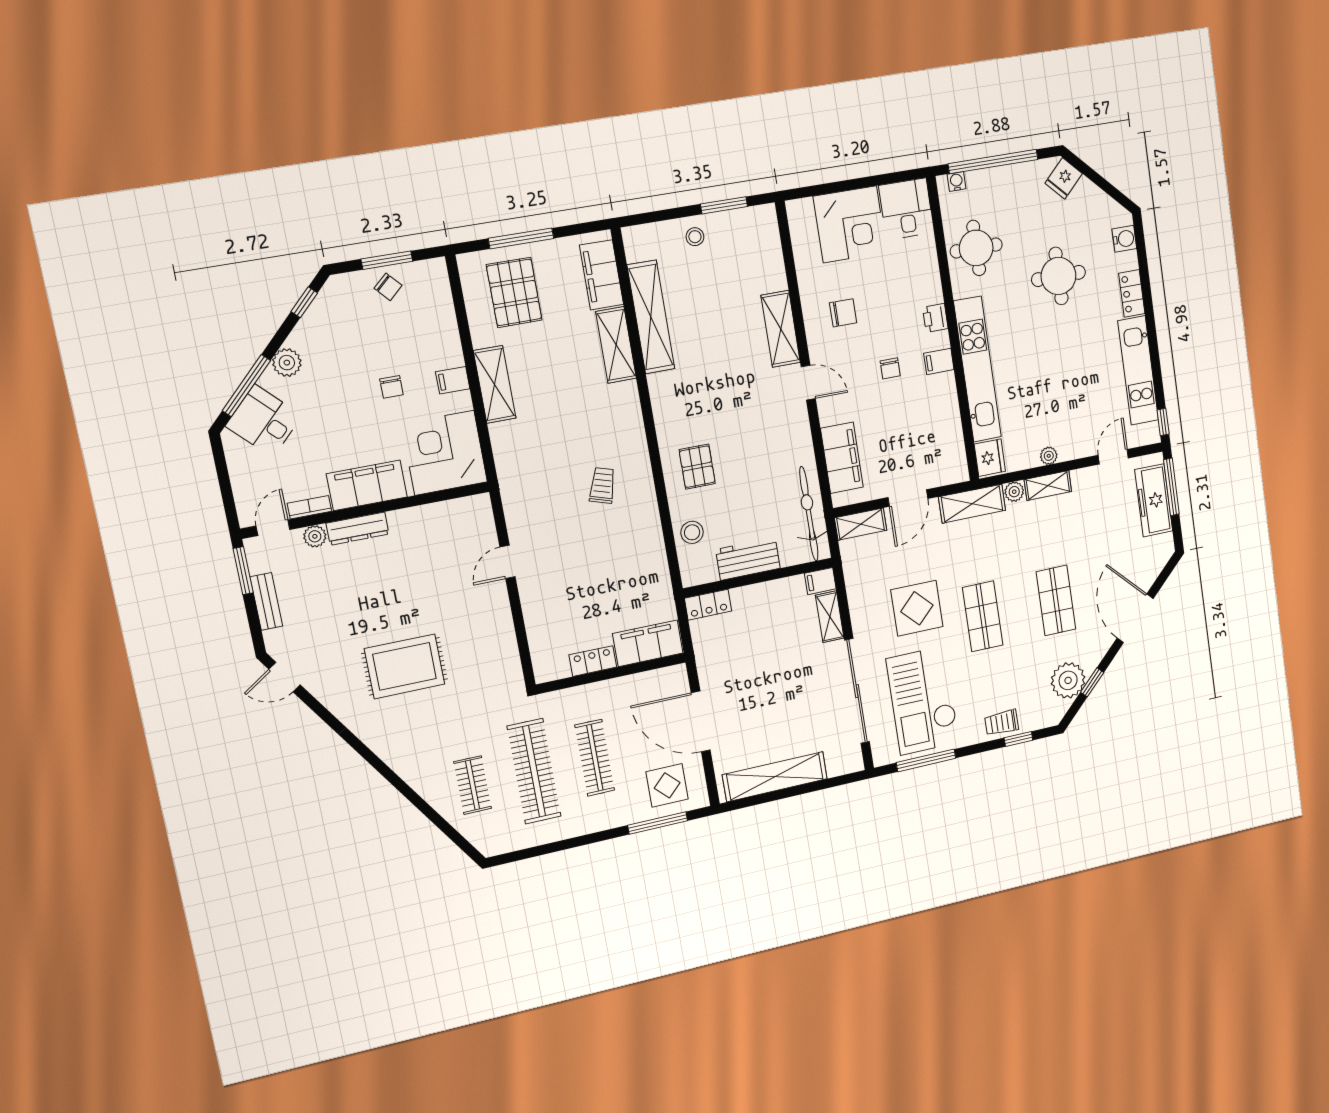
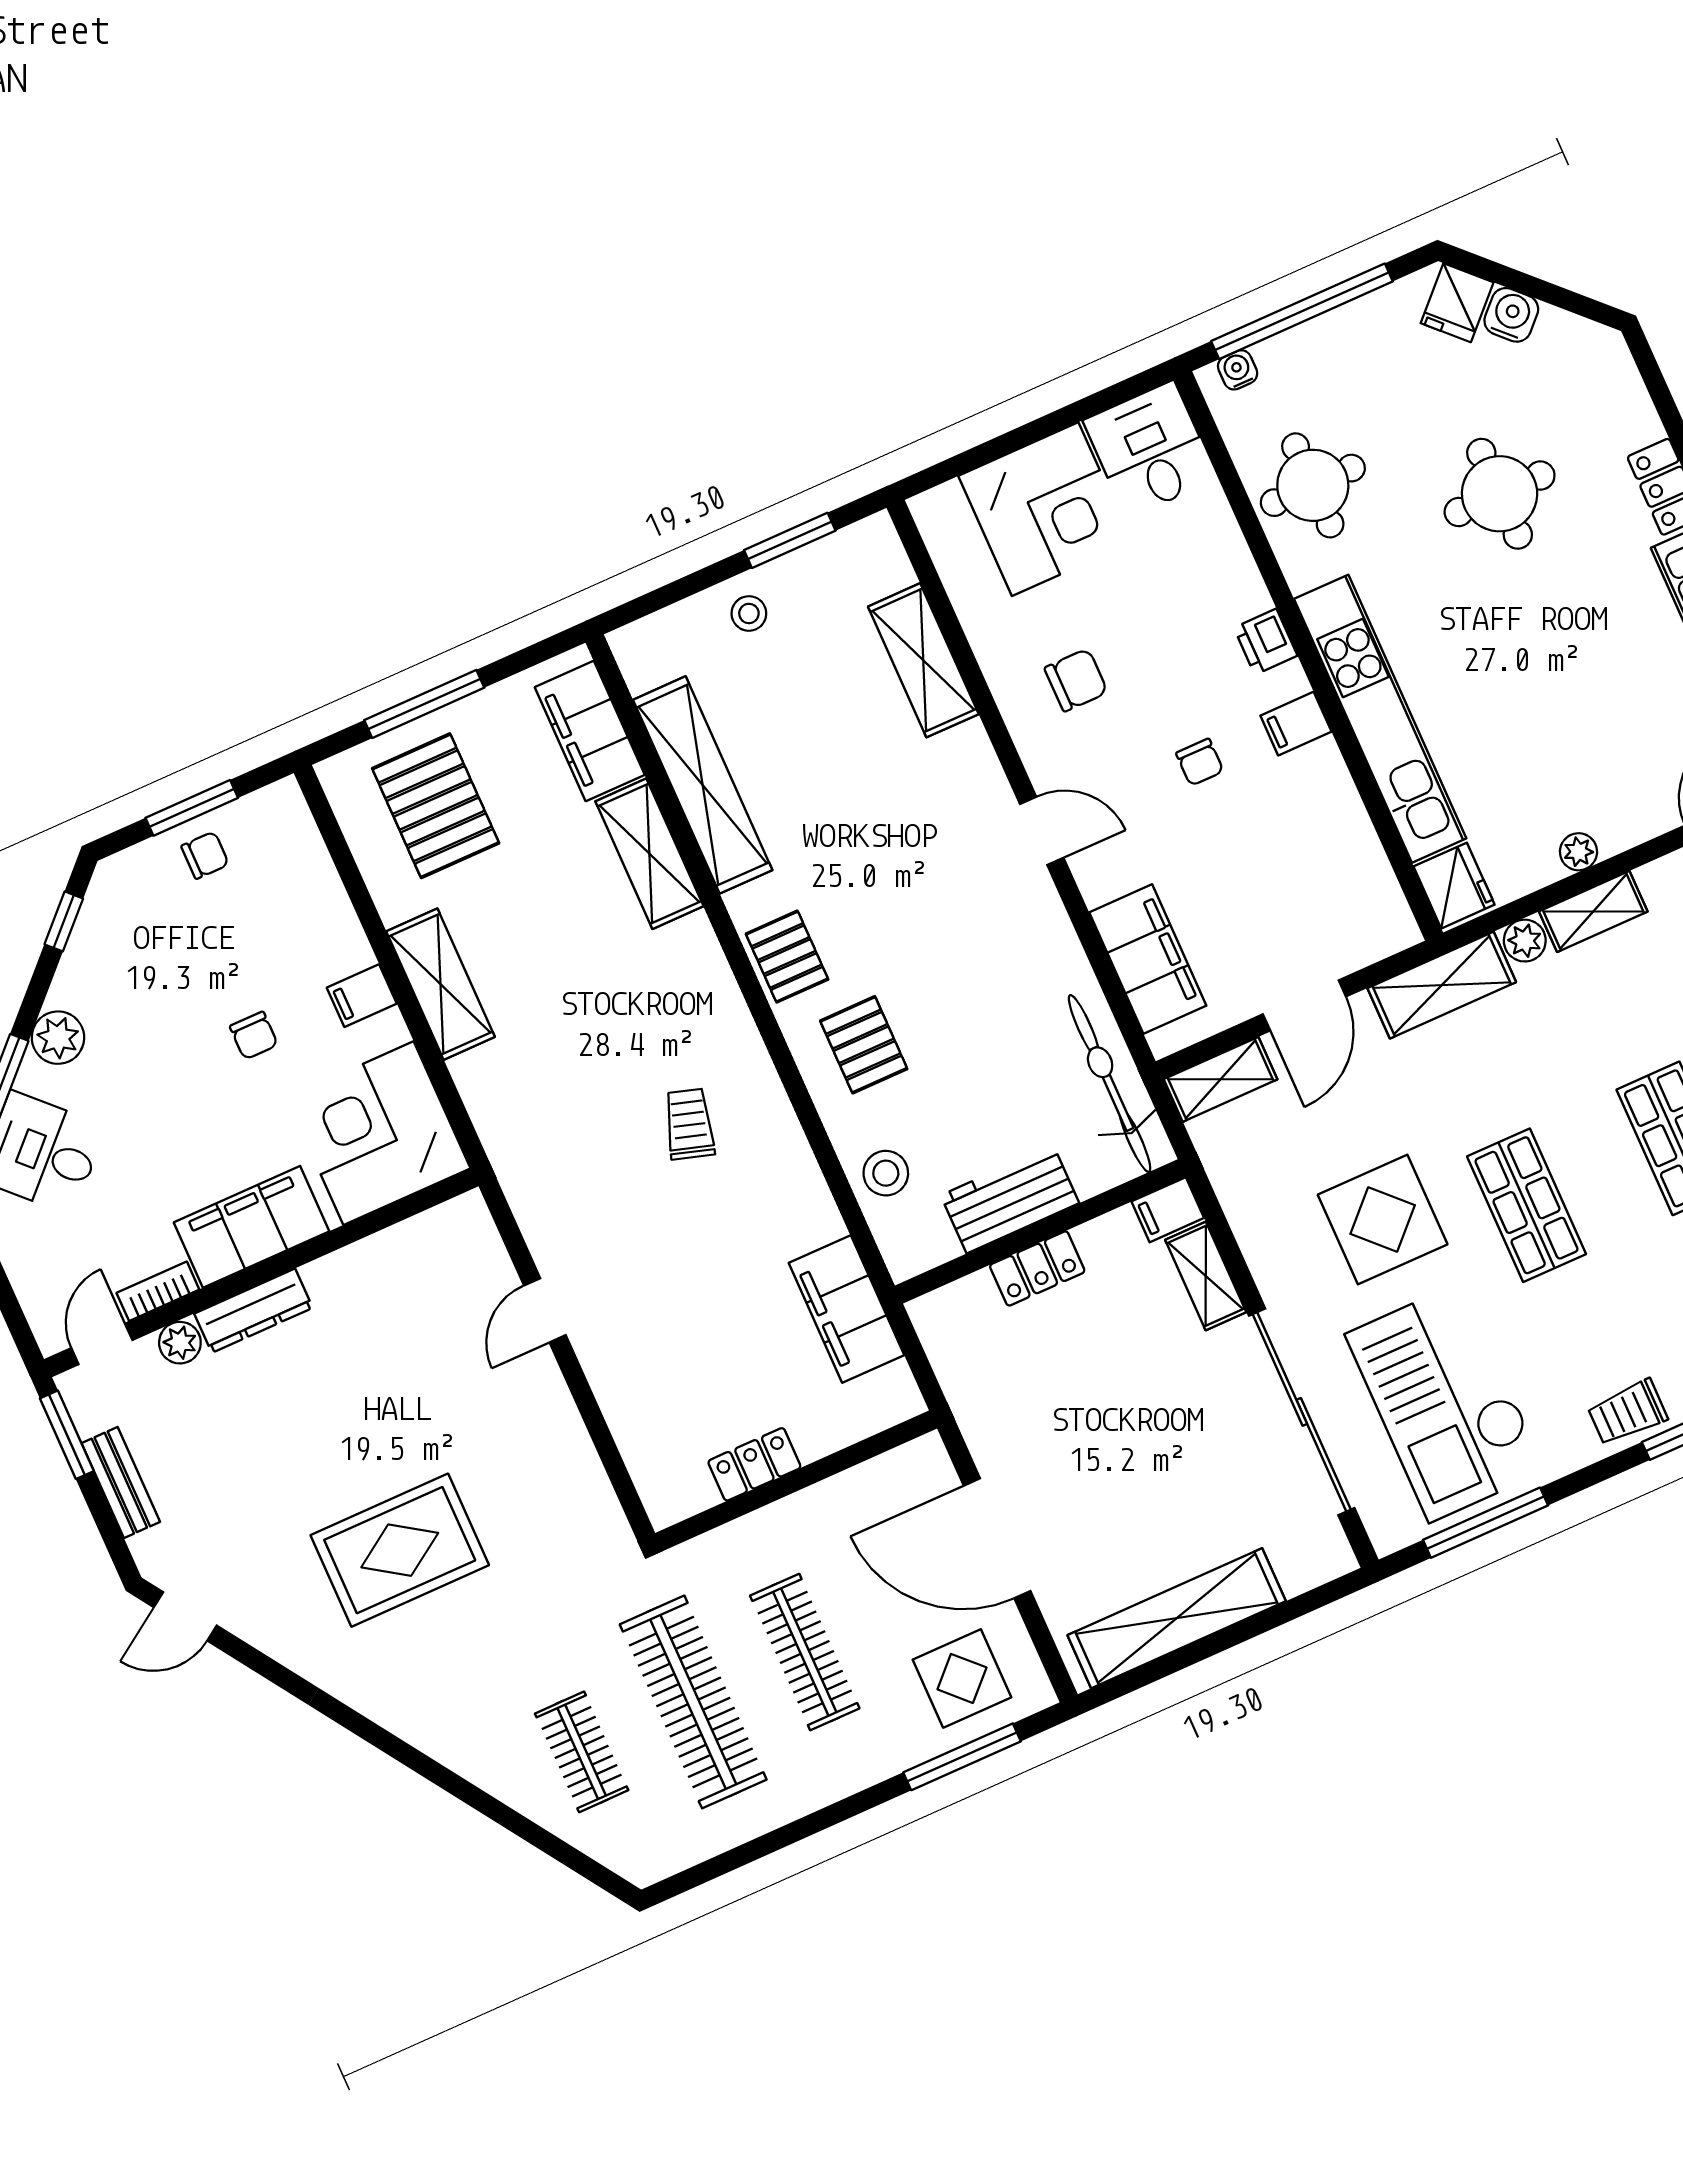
water cooler: (1124, 239) -> (1511, 315), moved, turned -45
chair: (388, 287) -> (205, 855), turned -48
shelving: (781, 329) -> (923, 660), moved
pallet: (671, 414) -> (787, 957), added
locker: (708, 605) -> (1037, 1268), moved
filing cabinet: (648, 643) -> (846, 1309), moved, turned -90

